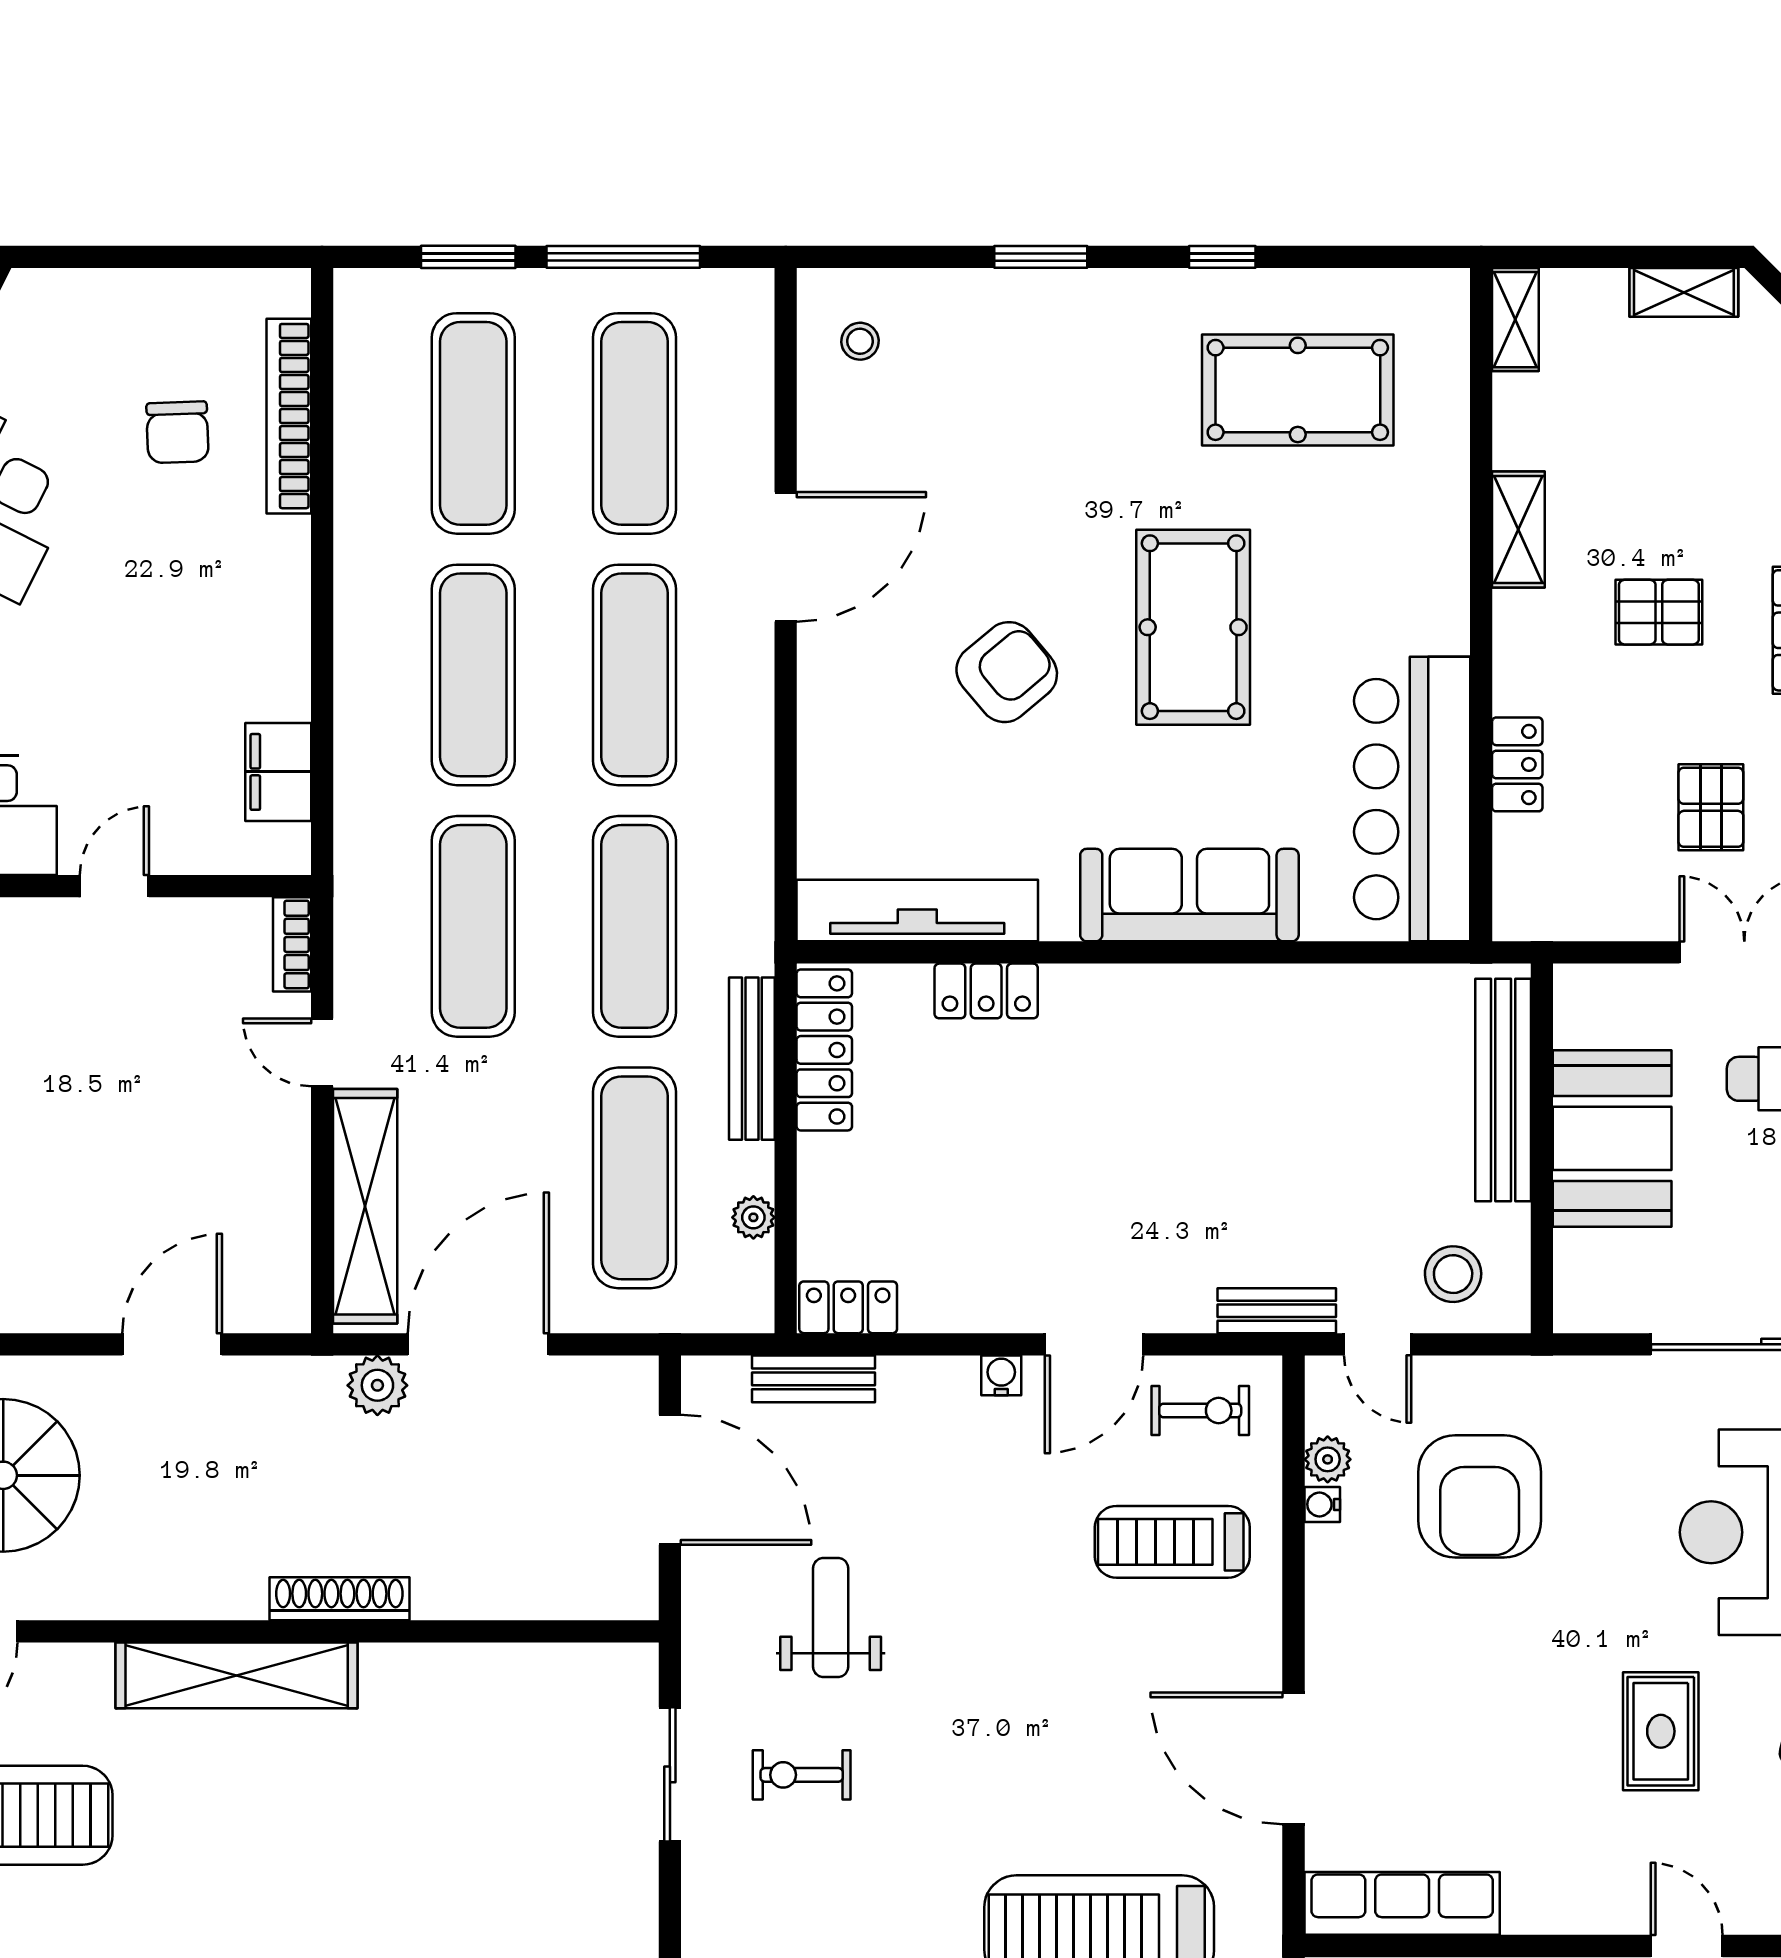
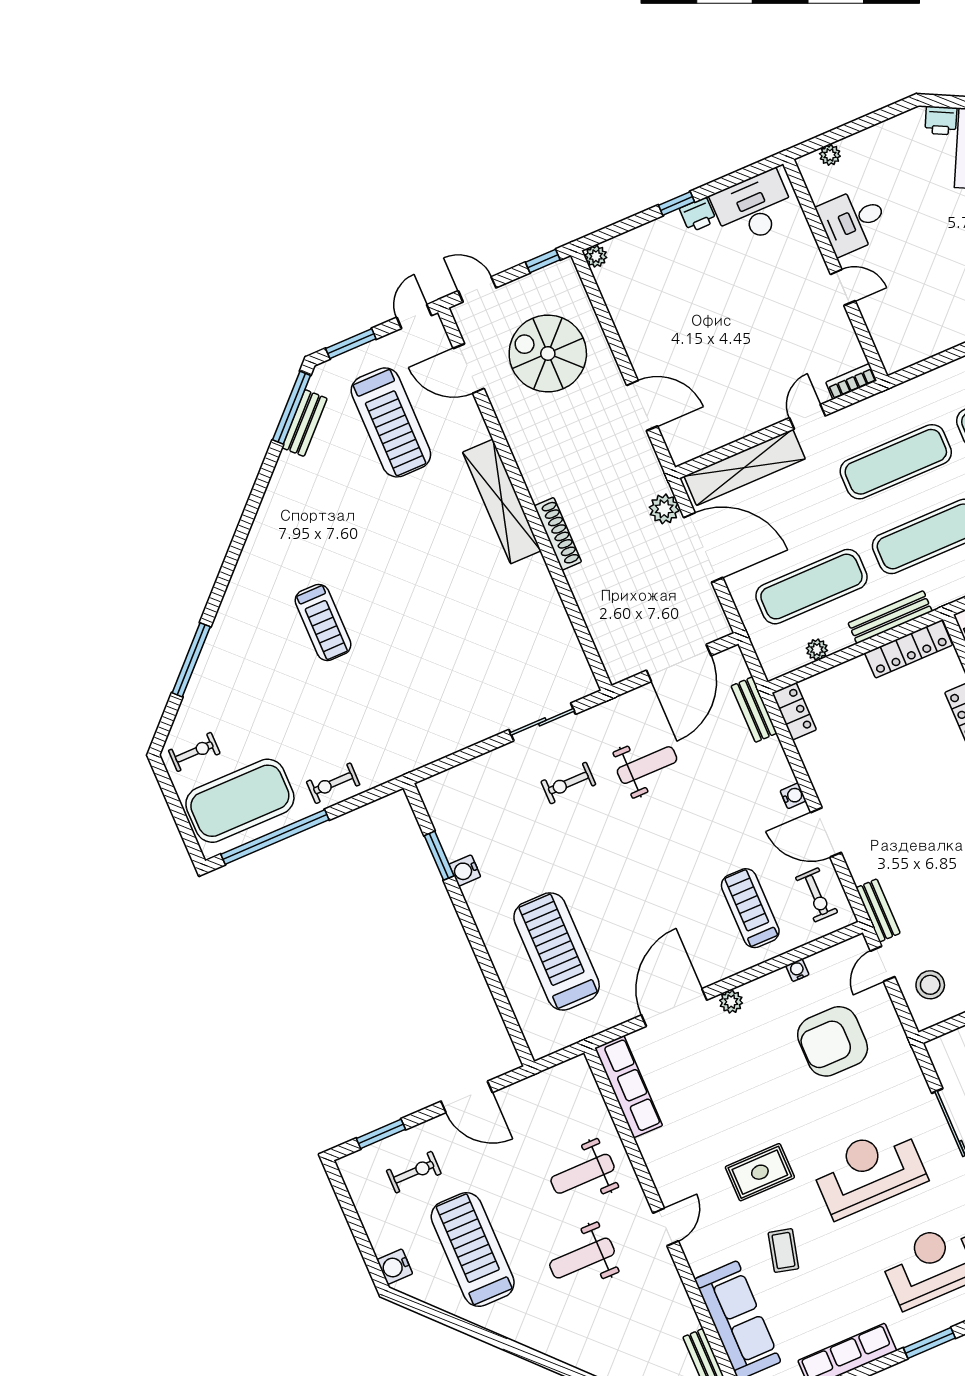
filing cabinet: (278, 772) -> (928, 341), removed
plant: (1328, 1459) -> (731, 1002), moved
exercise bike: (802, 1775) -> (568, 783), turned -90

